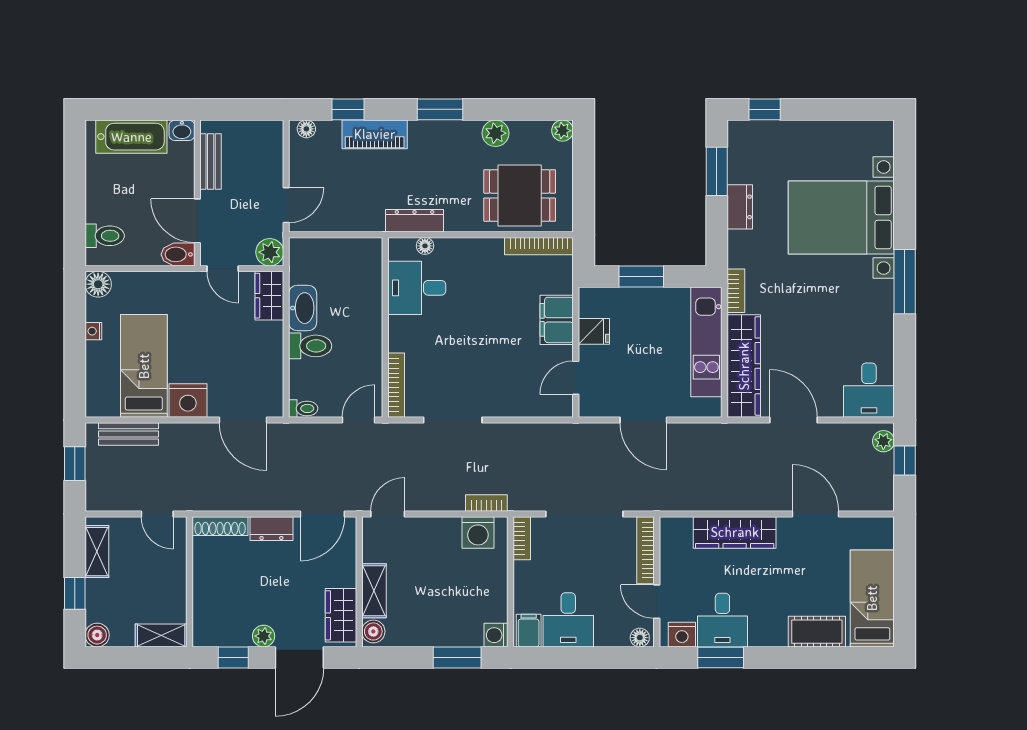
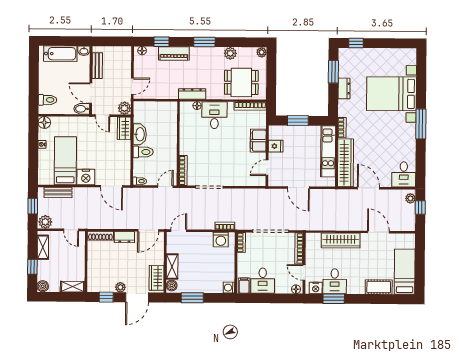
desk: (417, 288) -> (214, 115), moved, turned 90
plant: (102, 497) -> (45, 222), added
window: (457, 657) -> (192, 298), moved

